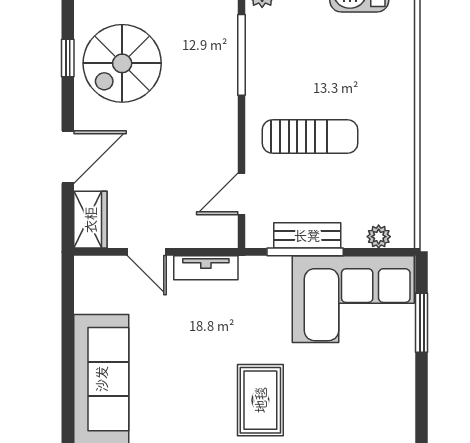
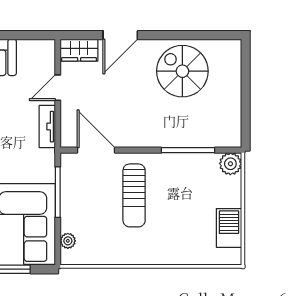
window: (68, 58) -> (186, 35), removed
door: (68, 157) -> (120, 35), hinge flipped
door: (242, 194) -> (96, 150), width x1.38
bench: (307, 235) -> (69, 194), removed

